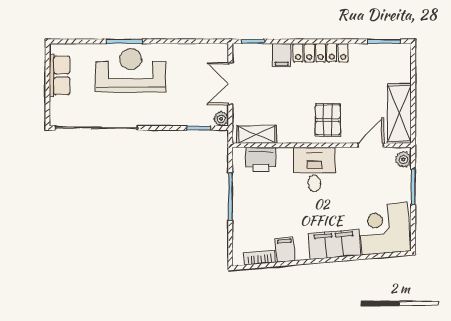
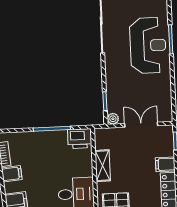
shelving: (257, 134) -> (103, 166), moved
printer: (261, 159) -> (80, 139), moved, turned -90

